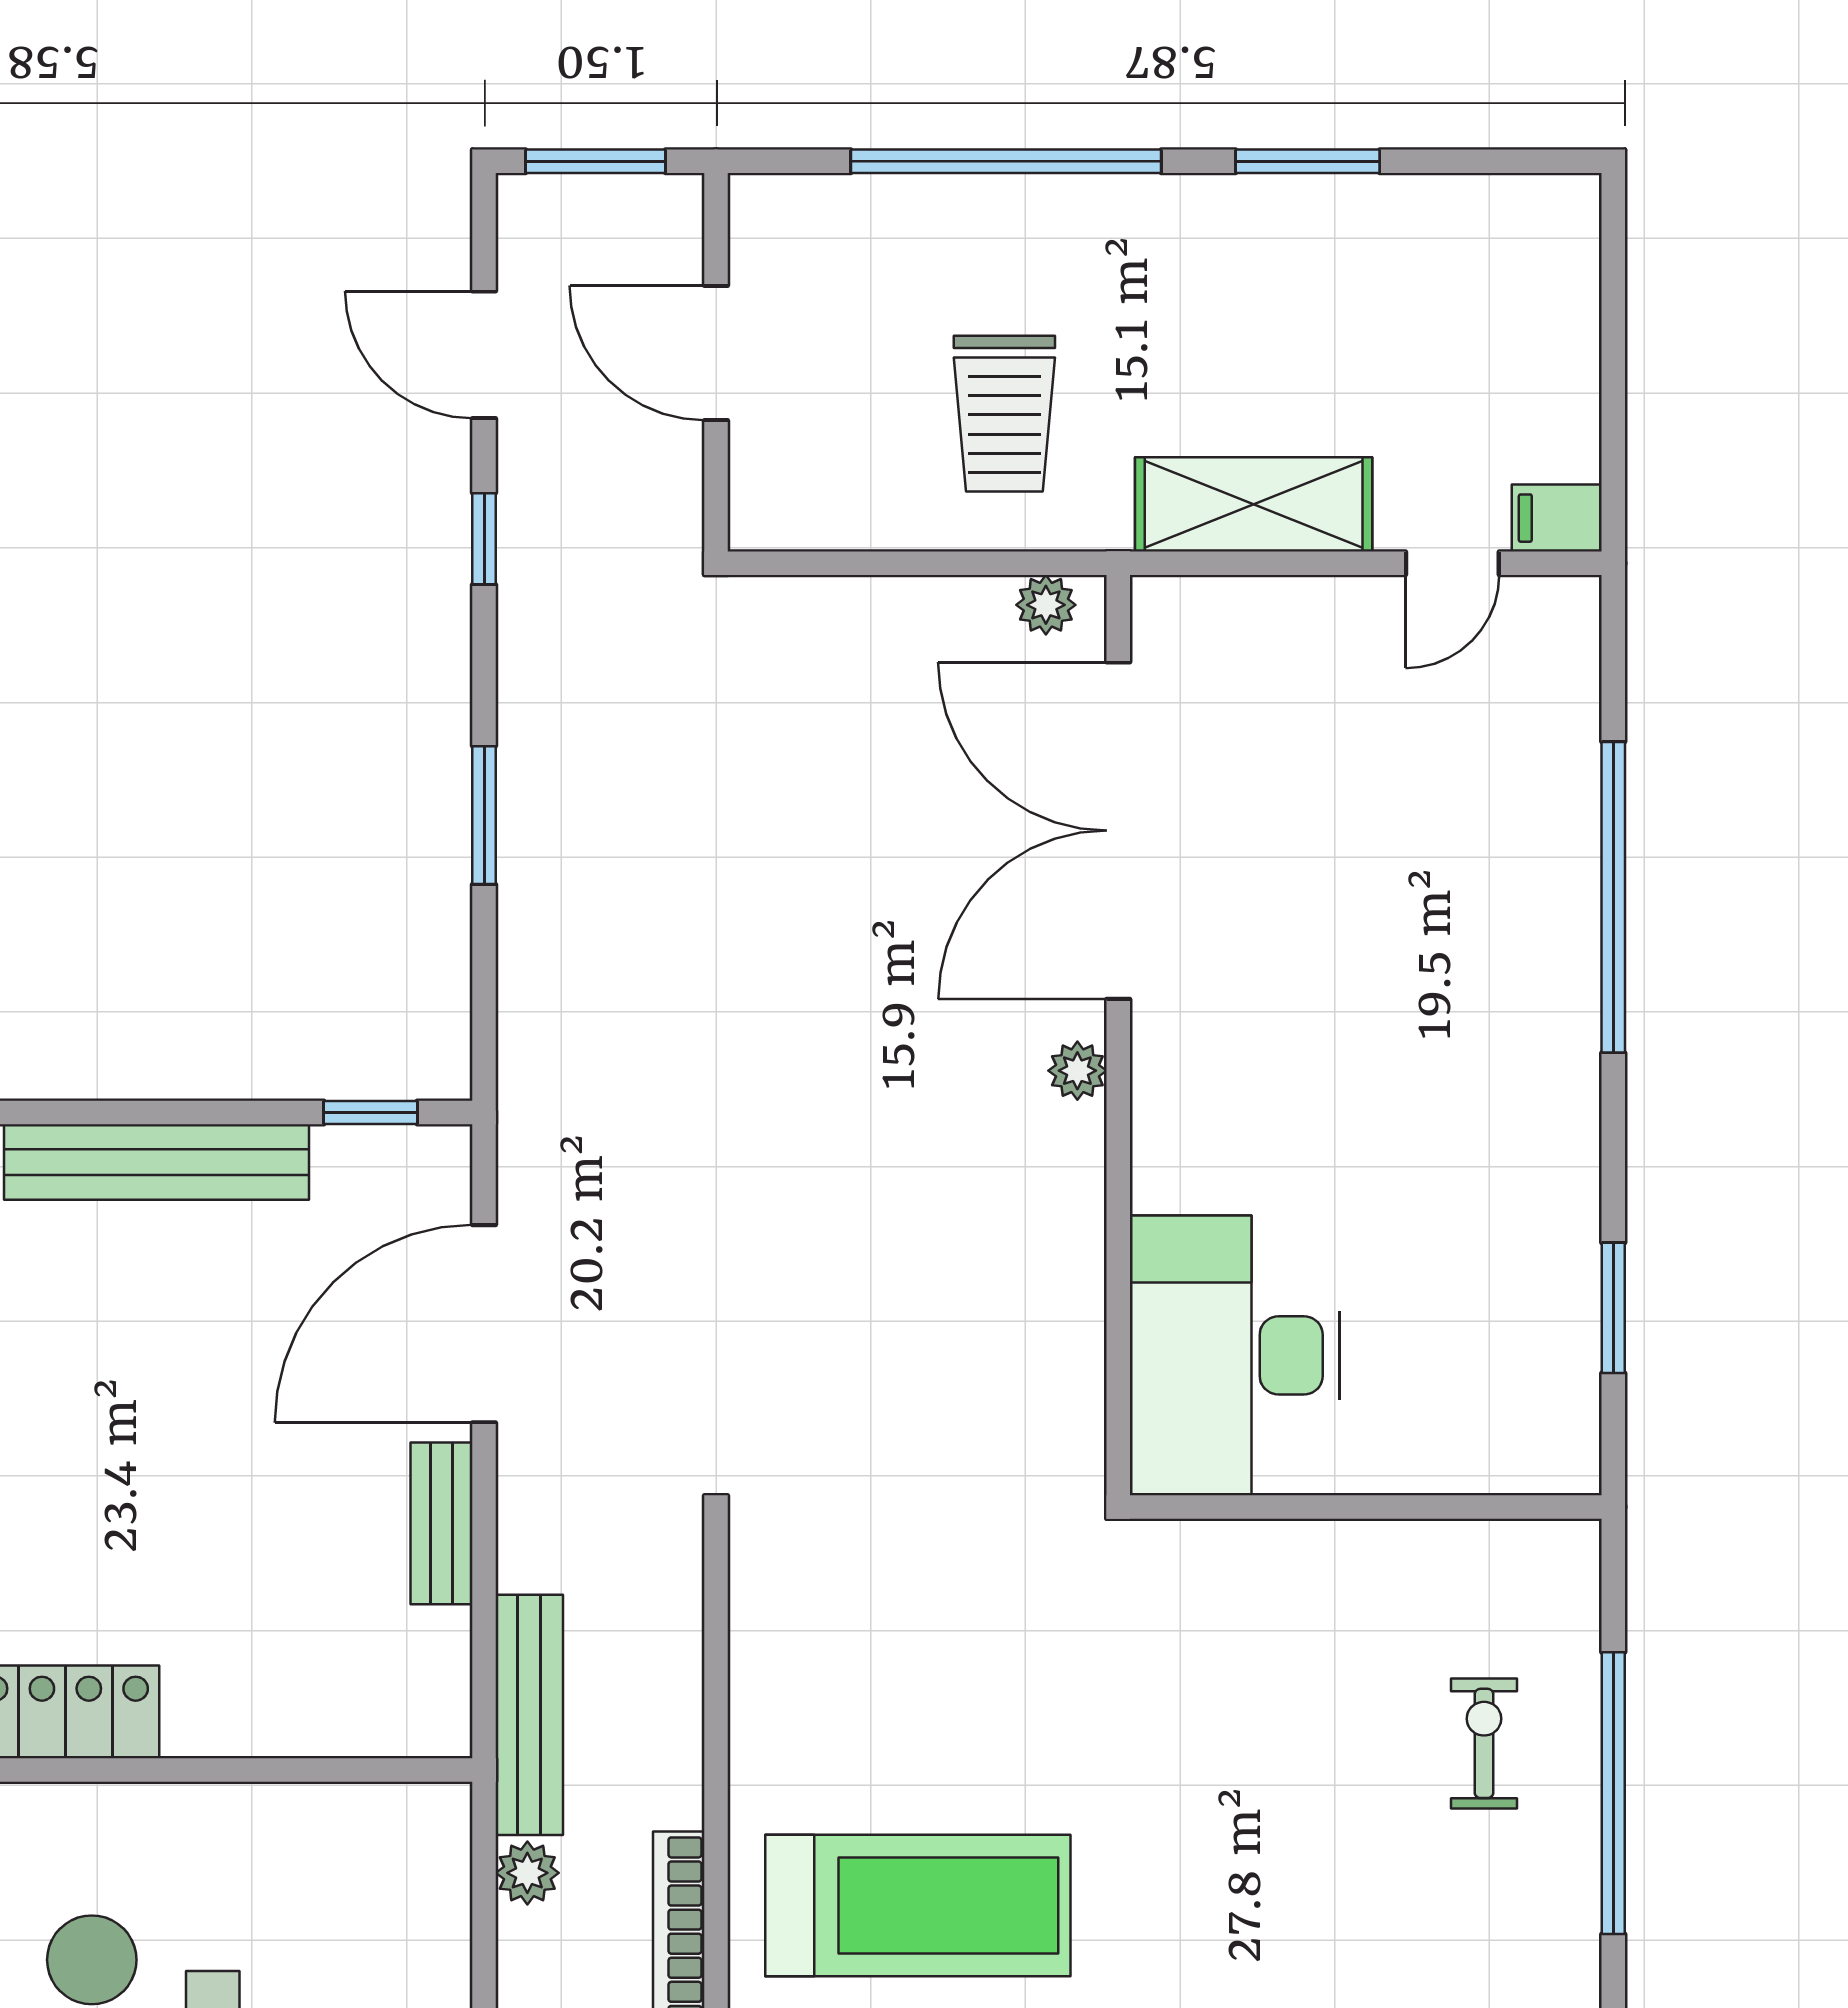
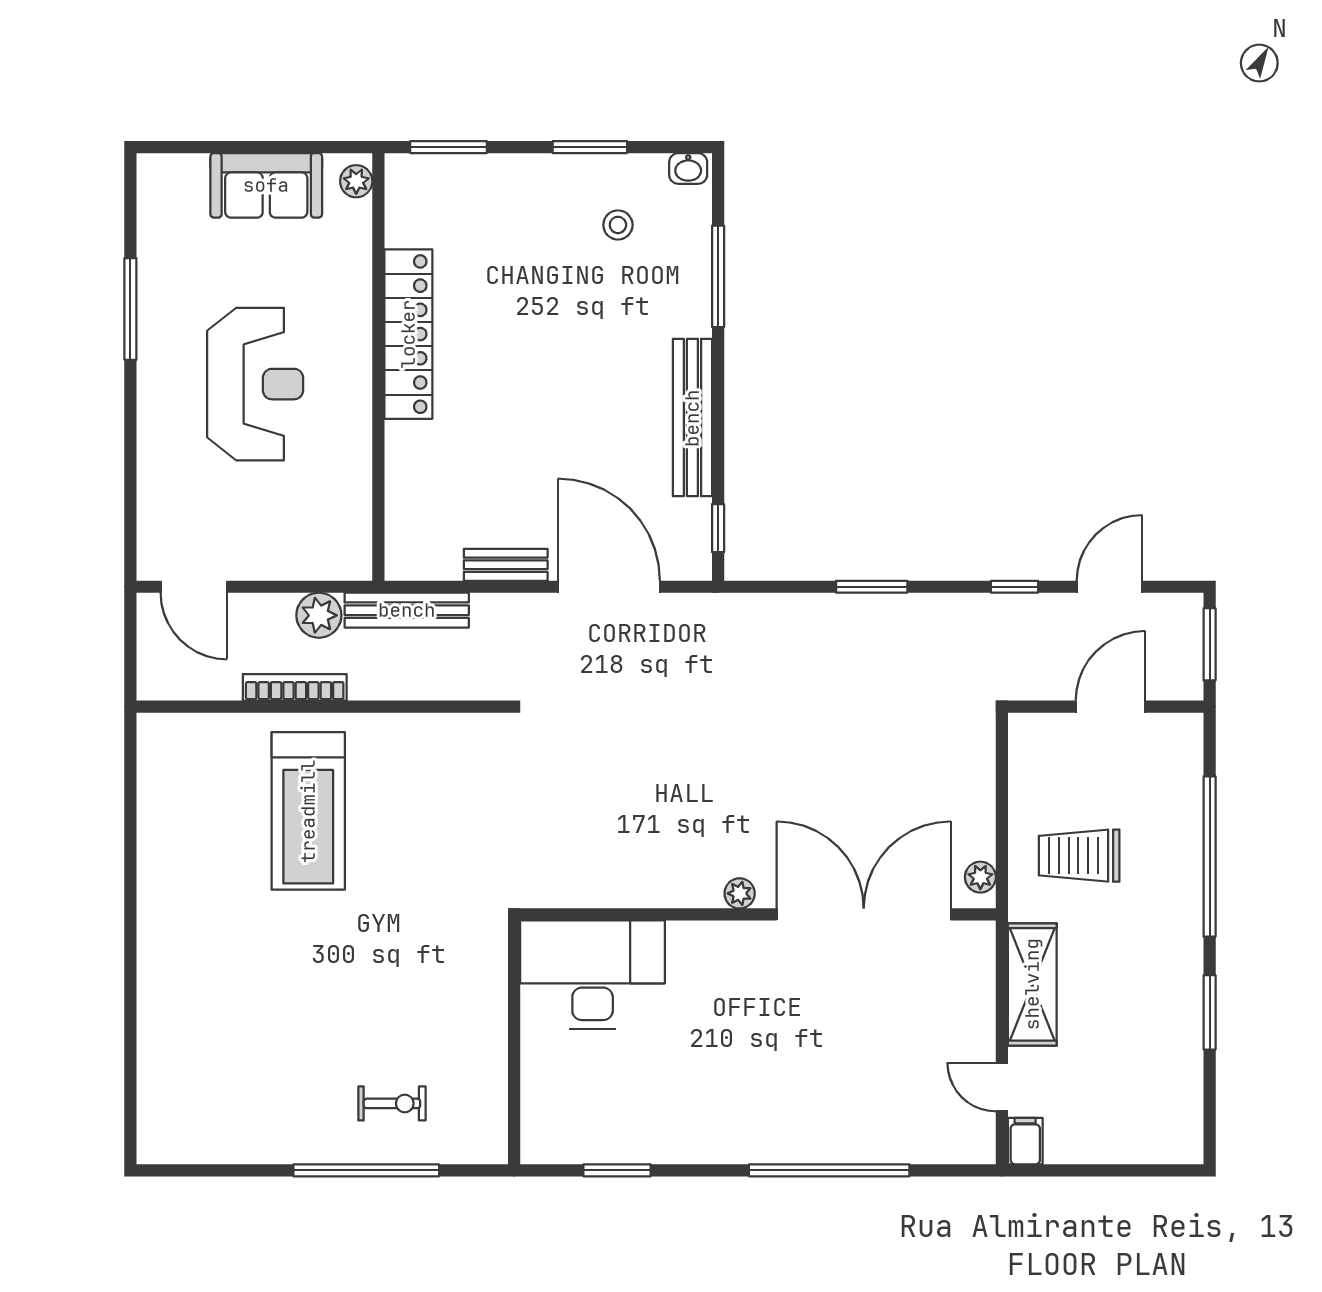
plant: (527, 1873) -> (319, 615), width x1.38, depth x1.38

